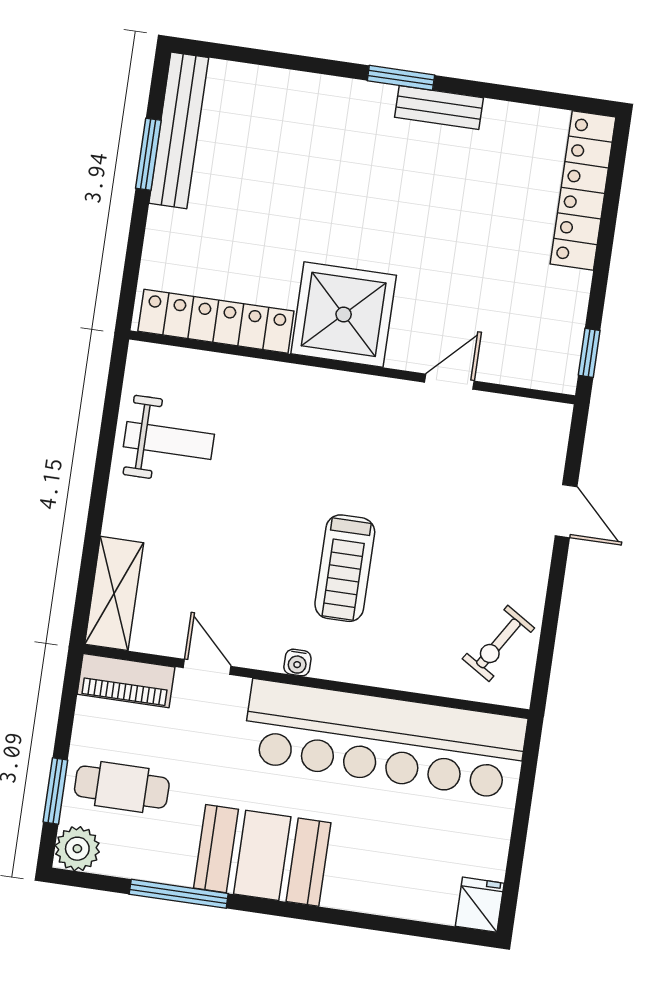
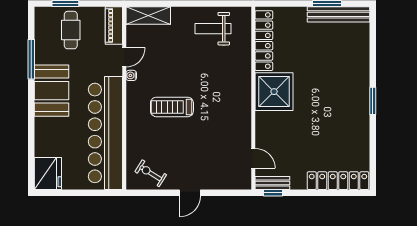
bench: (439, 107) -> (272, 183), moved, turned 90
door: (449, 382) -> (253, 158), moved
weight bench: (169, 441) -> (213, 29), turned 90
door: (566, 511) -> (190, 193), moved
water cooler: (297, 663) -> (131, 75), moved
plant: (77, 849) -> (43, 16), removed
fridge: (480, 905) -> (48, 173), width x1.88, depth x1.34

